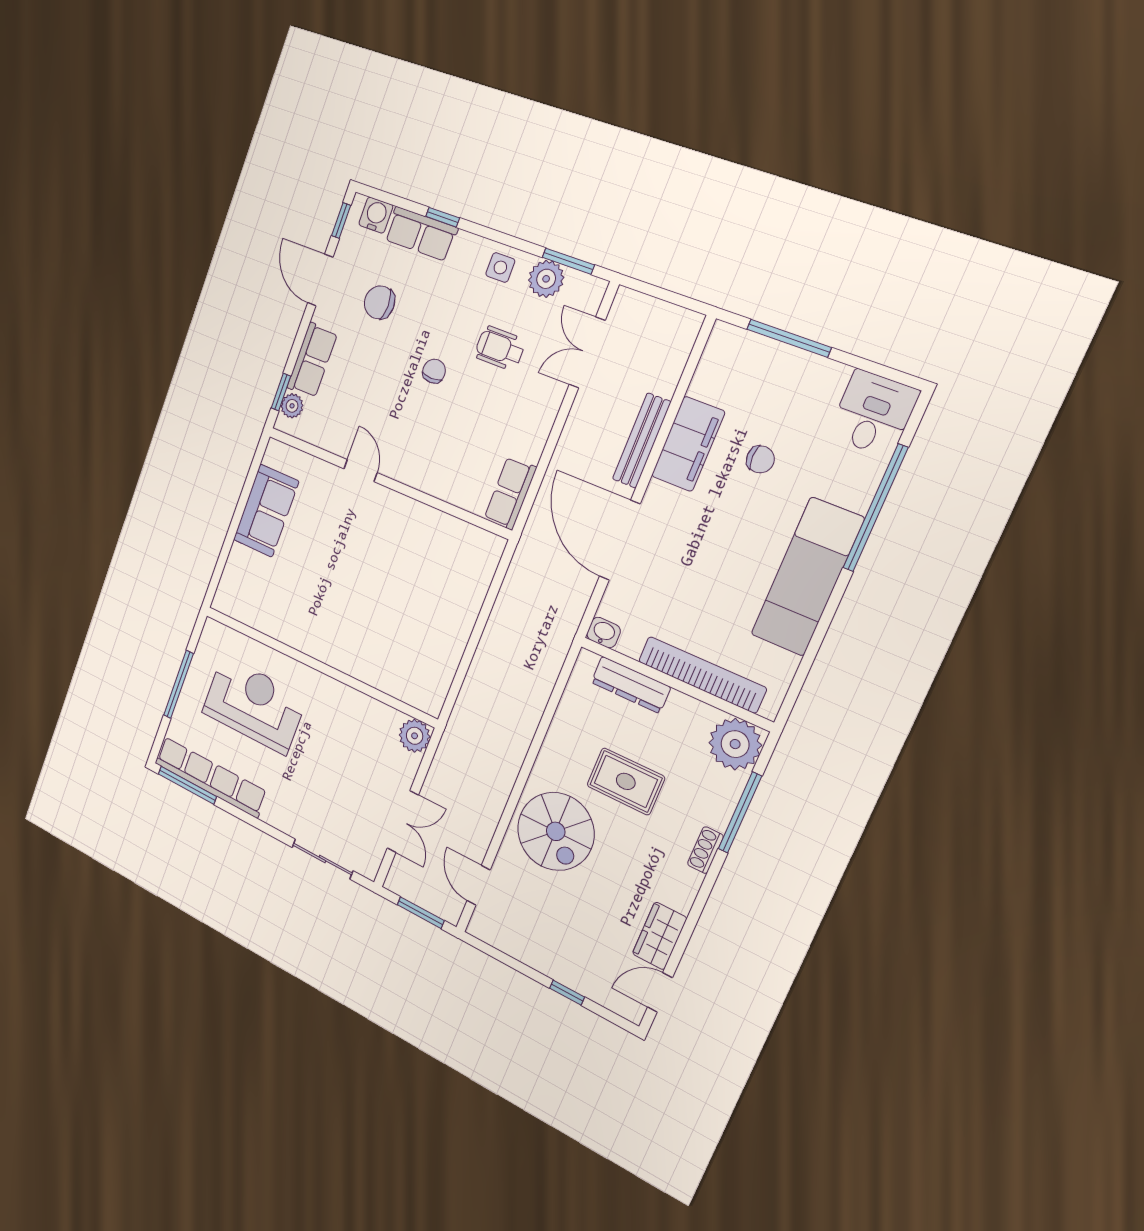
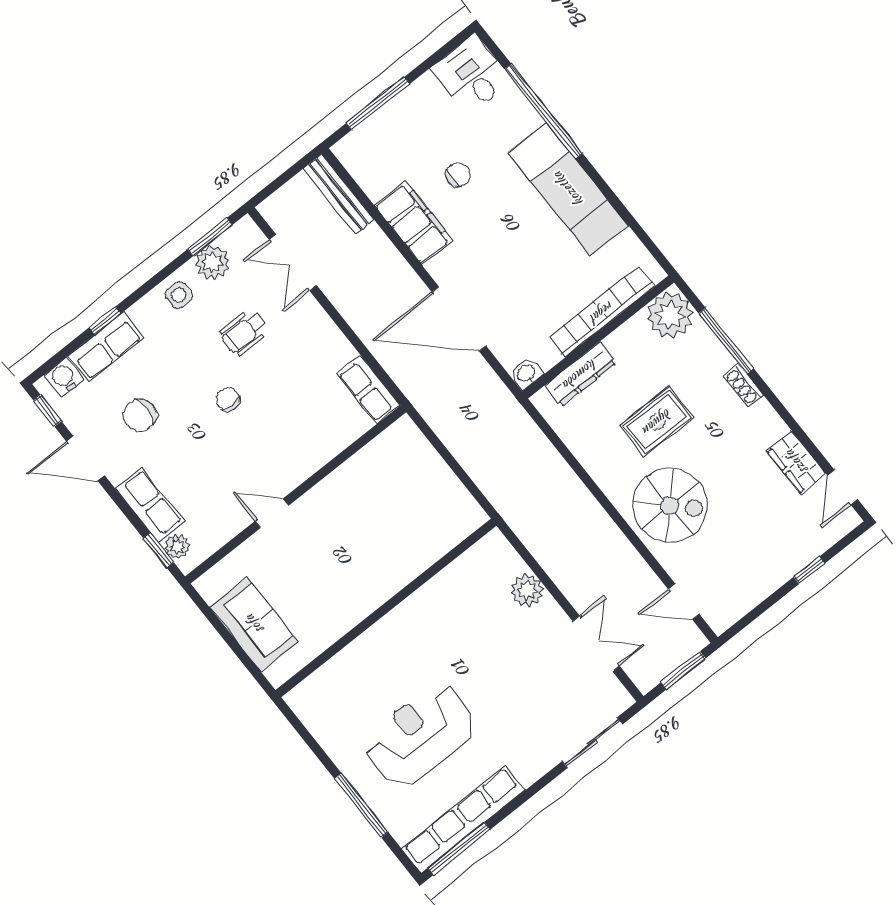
bench: (642, 441) -> (339, 194), moved
wall: (319, 666) -> (386, 608), moved

